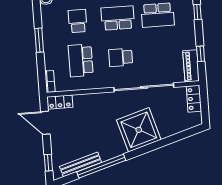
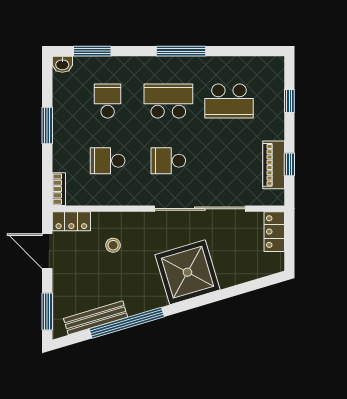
school desk: (81, 60) -> (108, 161), width x0.54
piano: (191, 66) -> (274, 165), moved
stool: (88, 116) -> (113, 245), added
window: (48, 163) -> (47, 311), width x1.50

